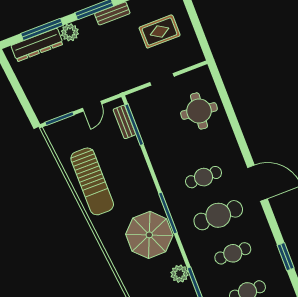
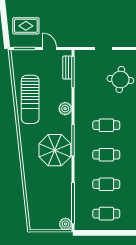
rug: (160, 31) -> (26, 26), moved
door: (92, 106) -> (50, 49), swing flipped
cafe table: (218, 215) -> (106, 155), width x0.73, depth x0.74
plant: (180, 274) -> (65, 109), moved

